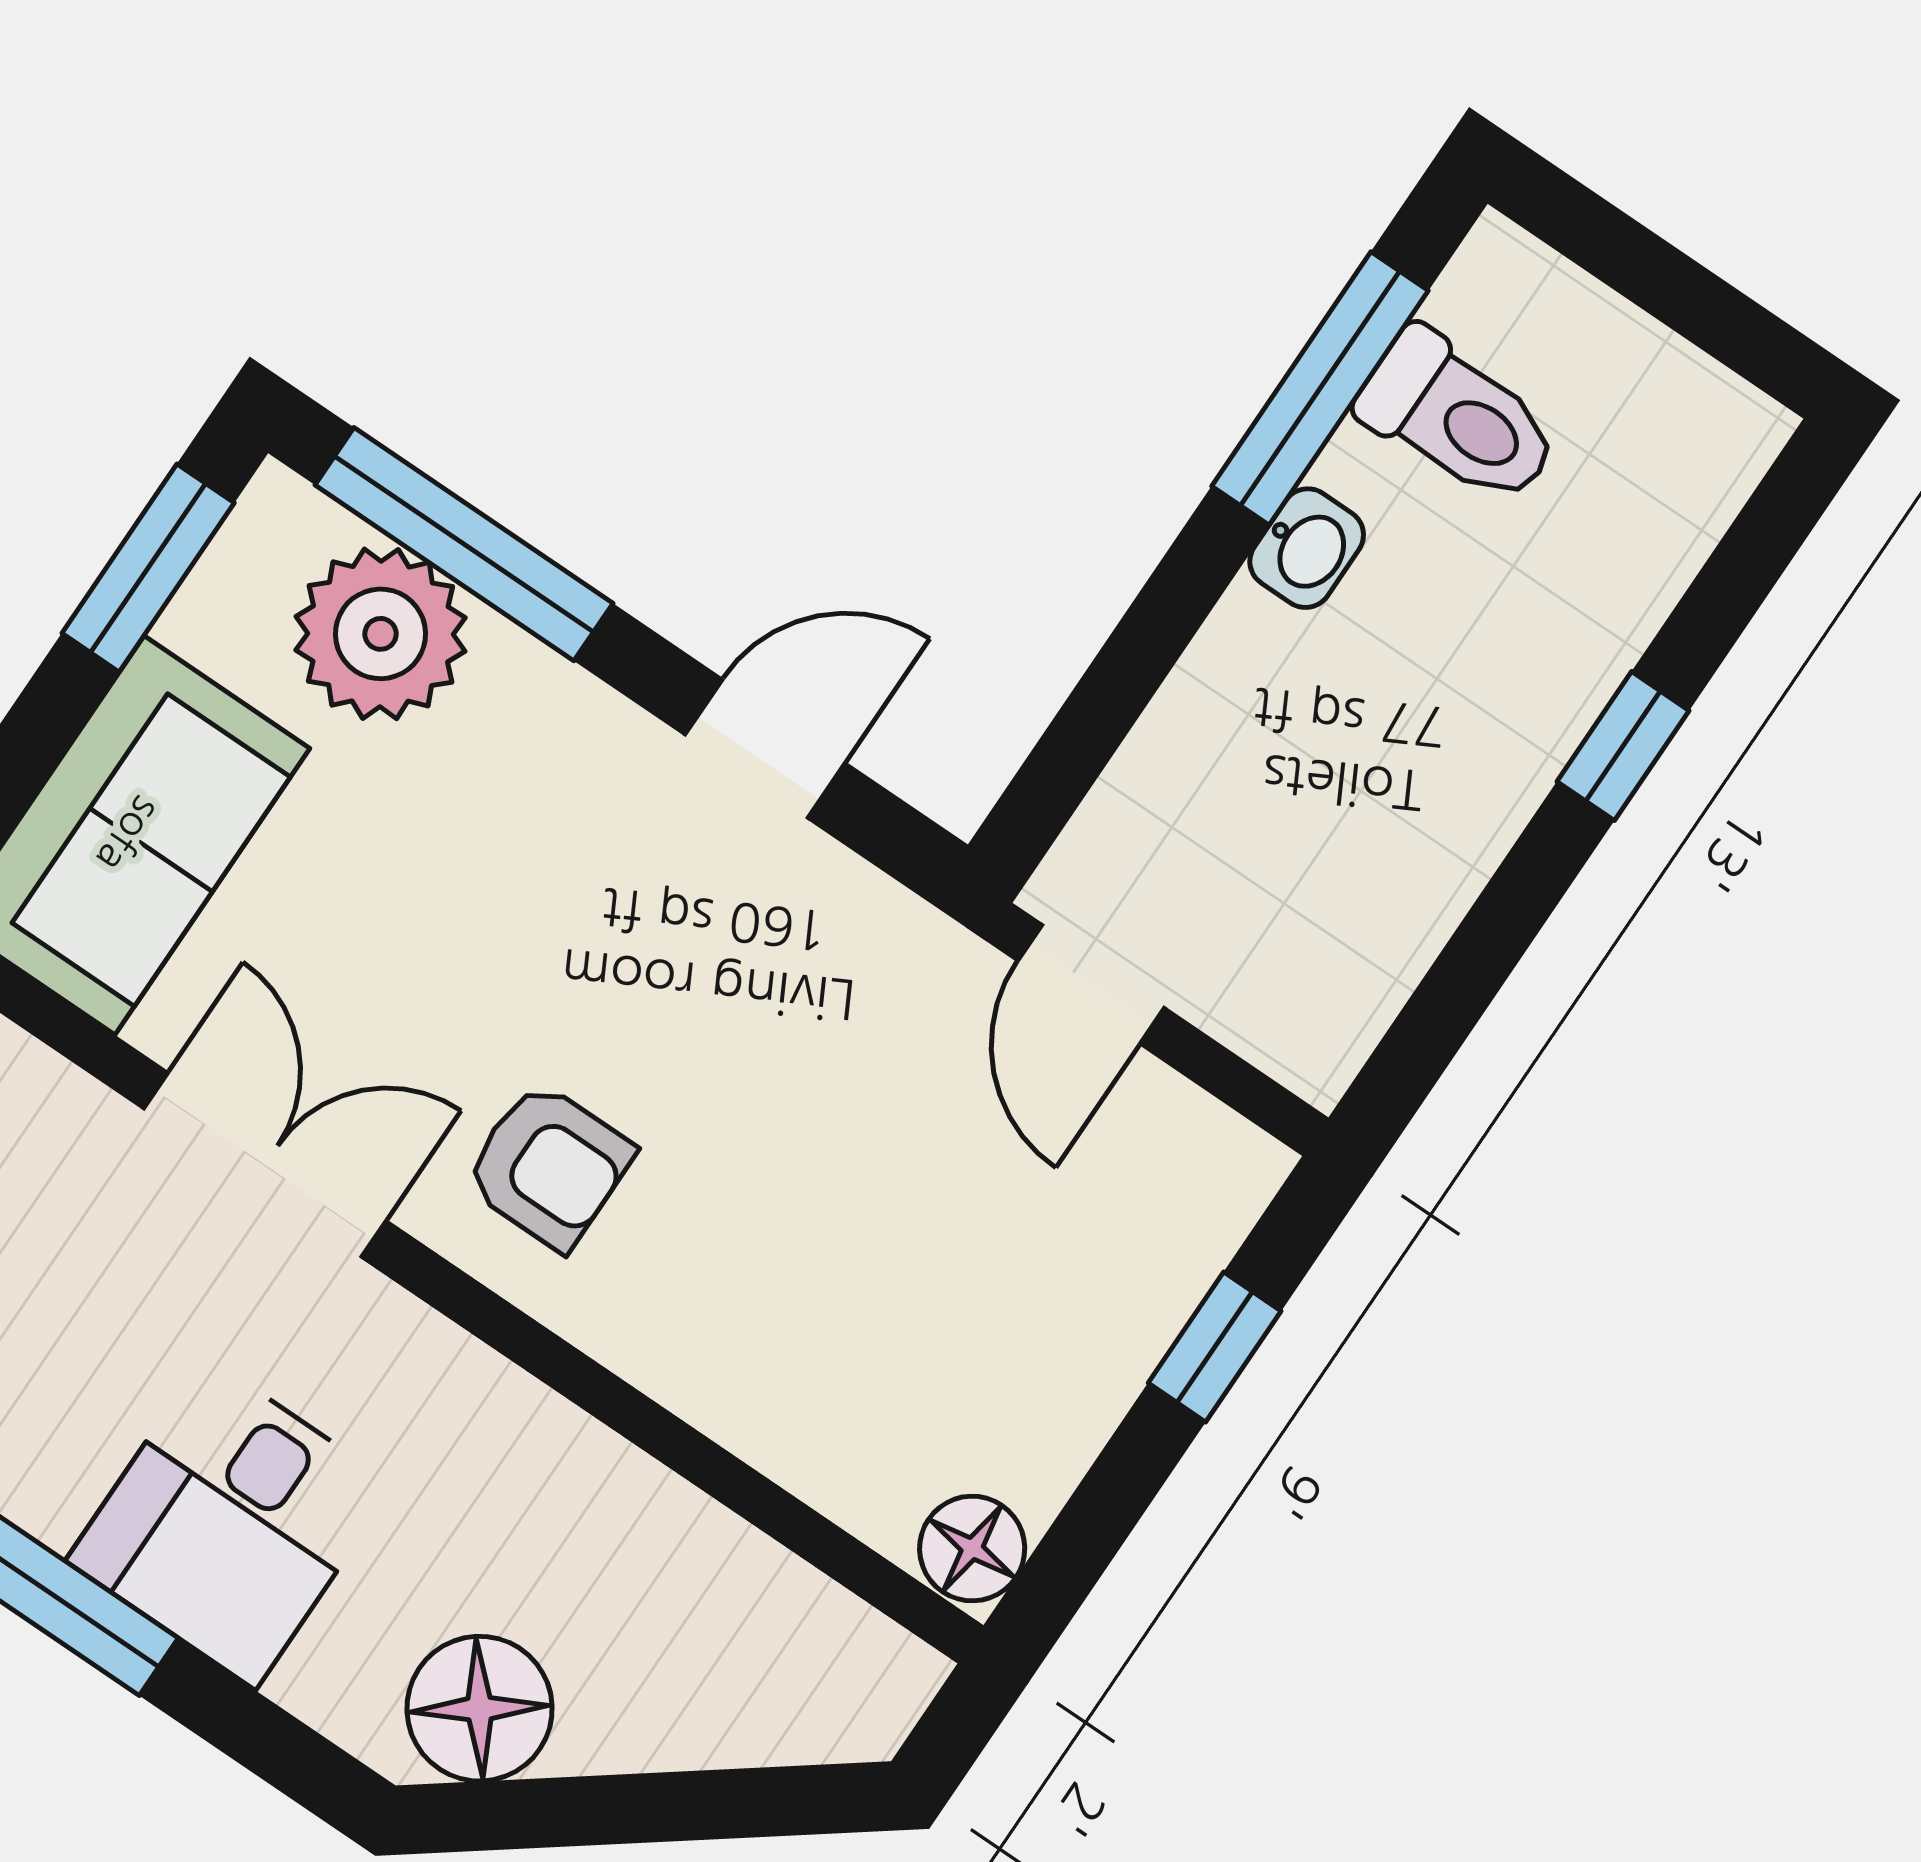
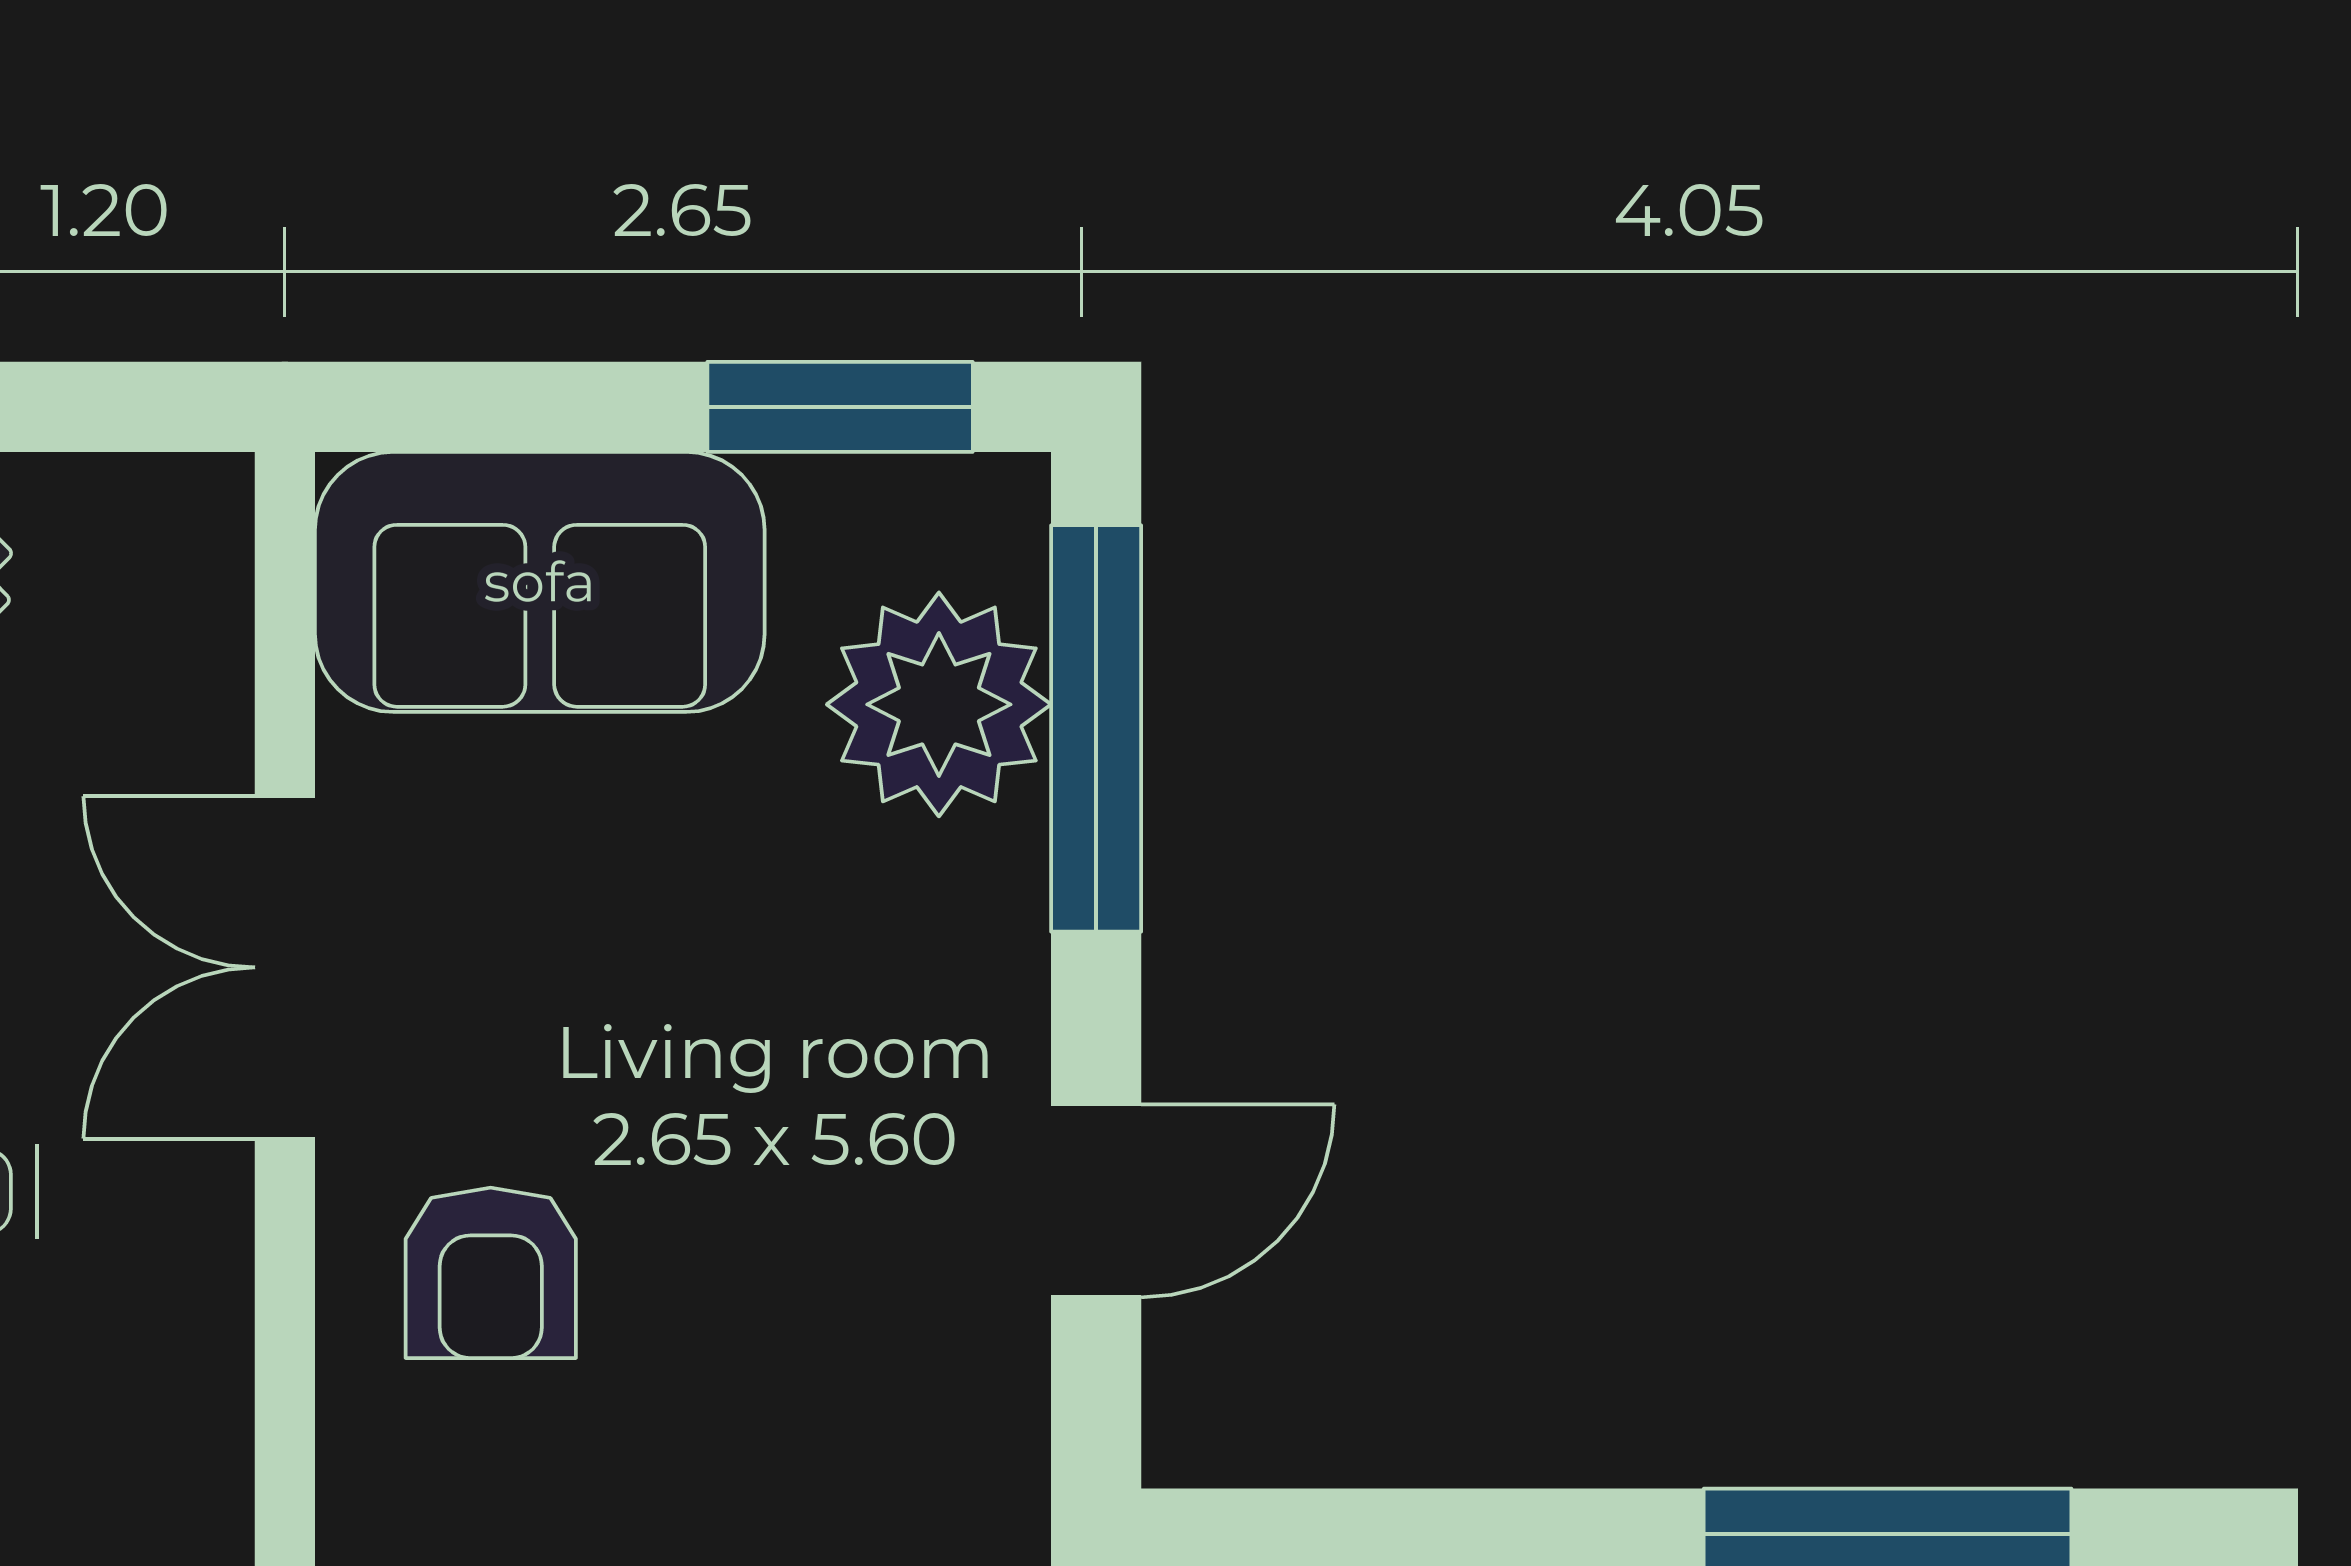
door: (765, 749) -> (1096, 1201), hinge flipped
double door: (265, 1165) -> (285, 967), swing flipped

